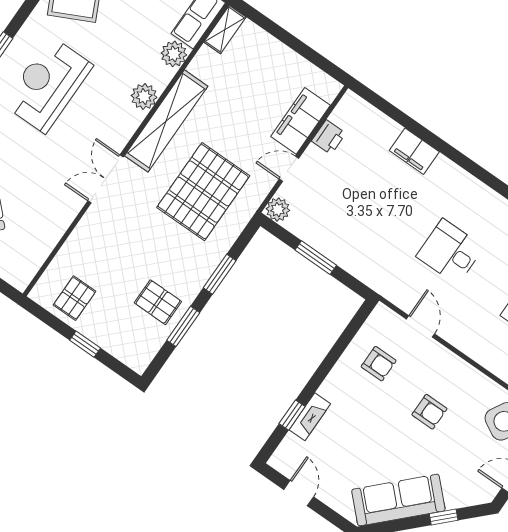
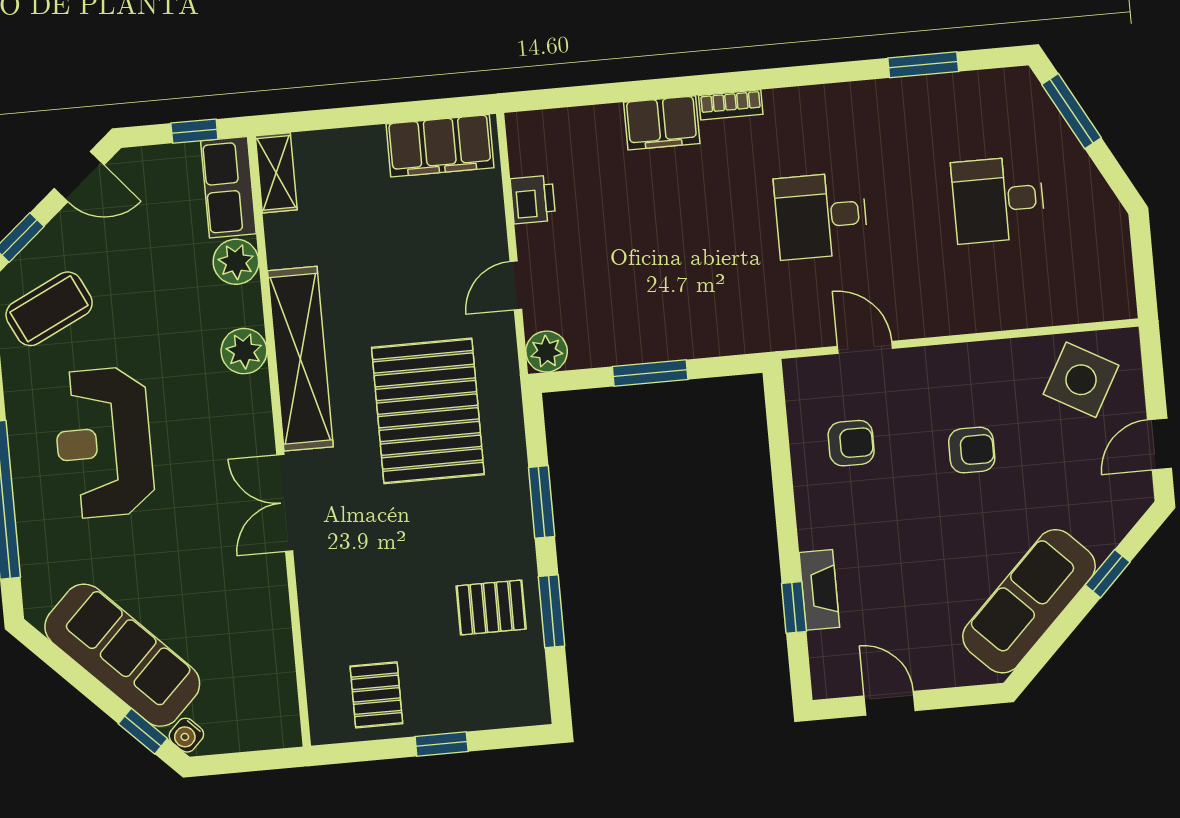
filing cabinet: (301, 121) -> (440, 146), moved, turned -90
bookcase: (451, 169) -> (731, 105), added

